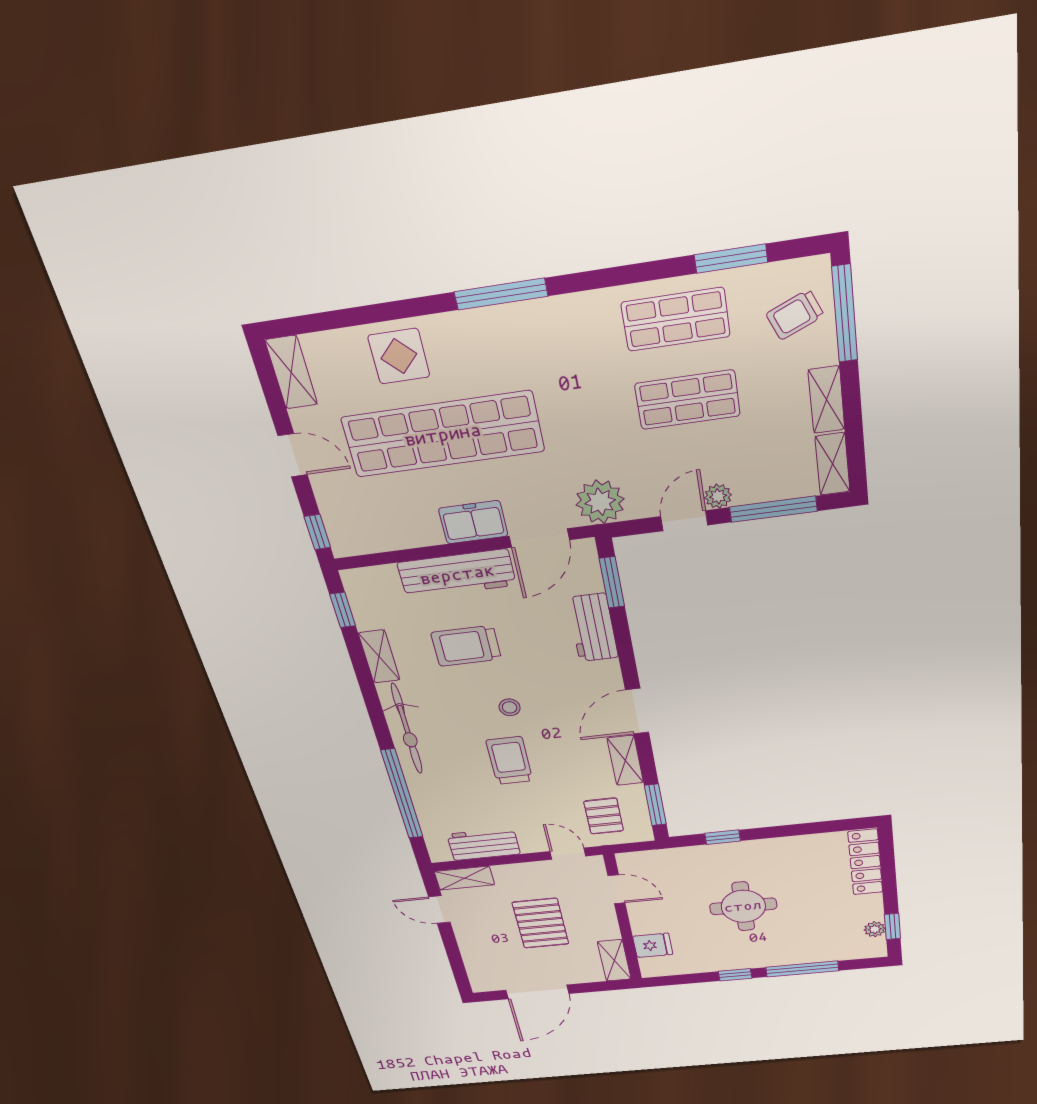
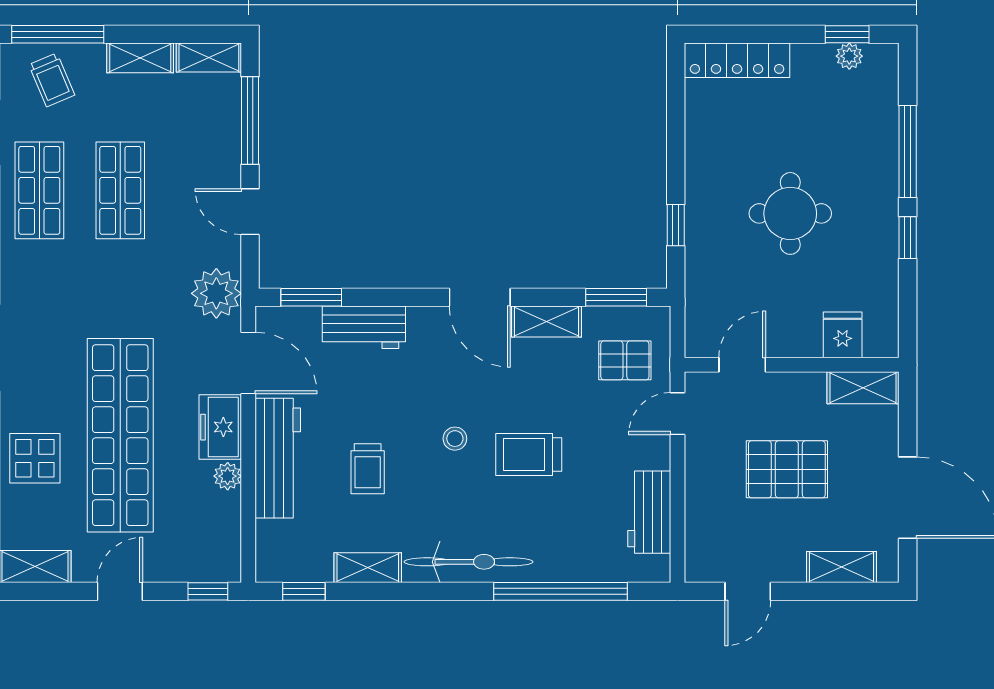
plant: (718, 496) -> (228, 476), moved
trolley: (466, 646) -> (368, 469), width x0.73, depth x0.72
shelving: (464, 878) -> (841, 567), moved, turned 90

